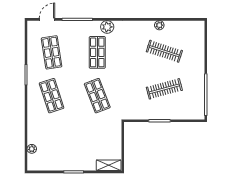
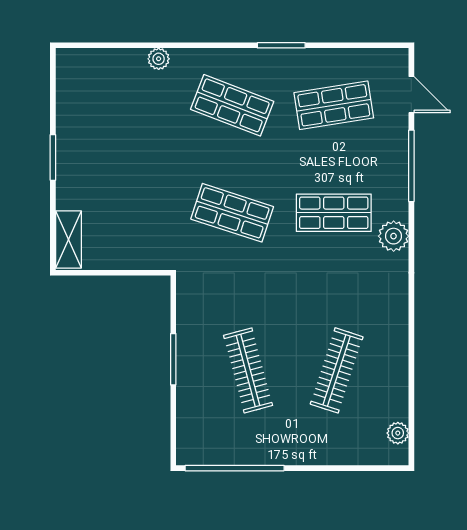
plant: (159, 25) -> (398, 433), moved
shop shelf: (52, 96) -> (232, 105), turned 39
shop shelf: (97, 96) -> (232, 213), turned 39
plant: (32, 149) -> (159, 59), moved

